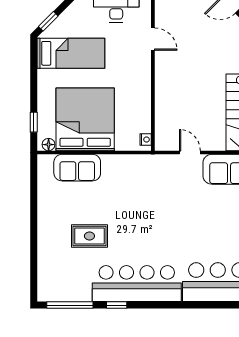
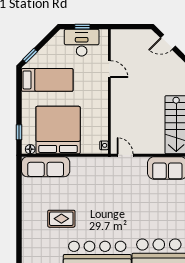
door: (190, 153) -> (125, 155), moved
sofa: (77, 168) -> (46, 167), width x1.36

